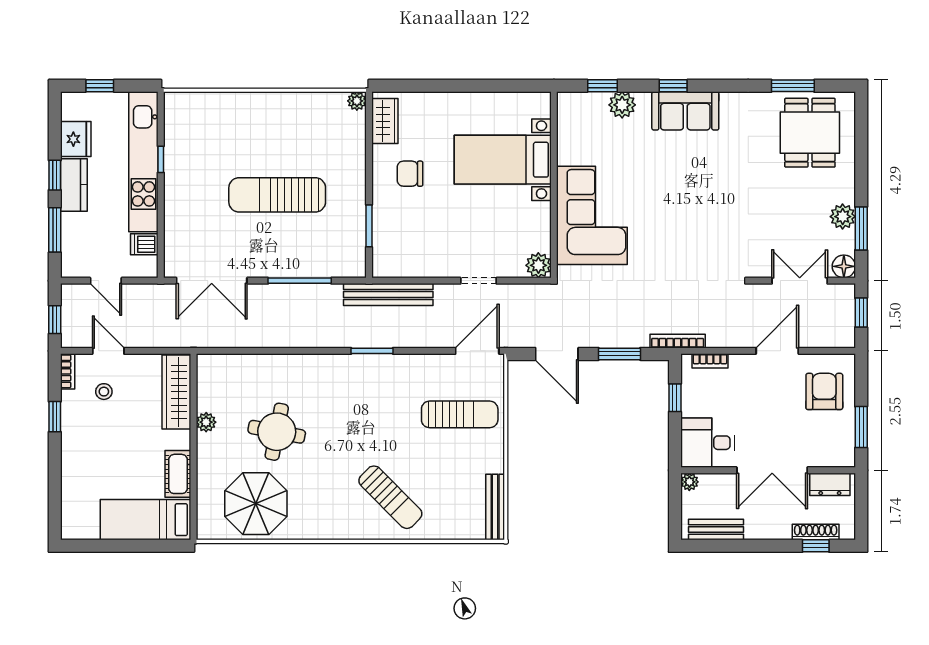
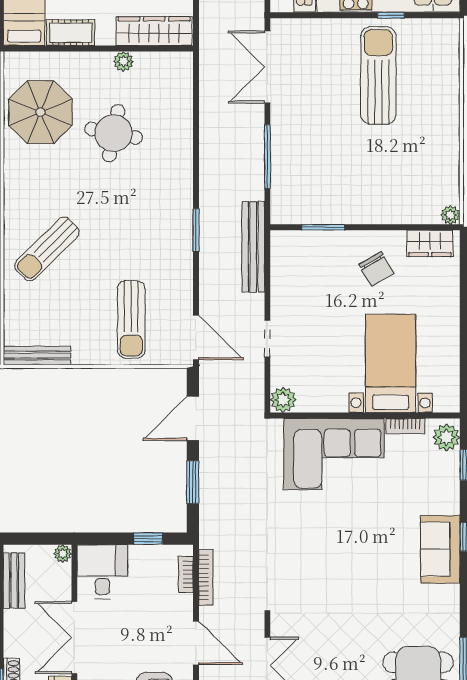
plant: (622, 105) -> (446, 437), moved
bookcase: (564, 145) -> (405, 426), added
chair: (410, 174) -> (376, 269), turned 150
sun lounger: (277, 195) -> (378, 75), moved
bookcase: (678, 341) -> (206, 577), moved

